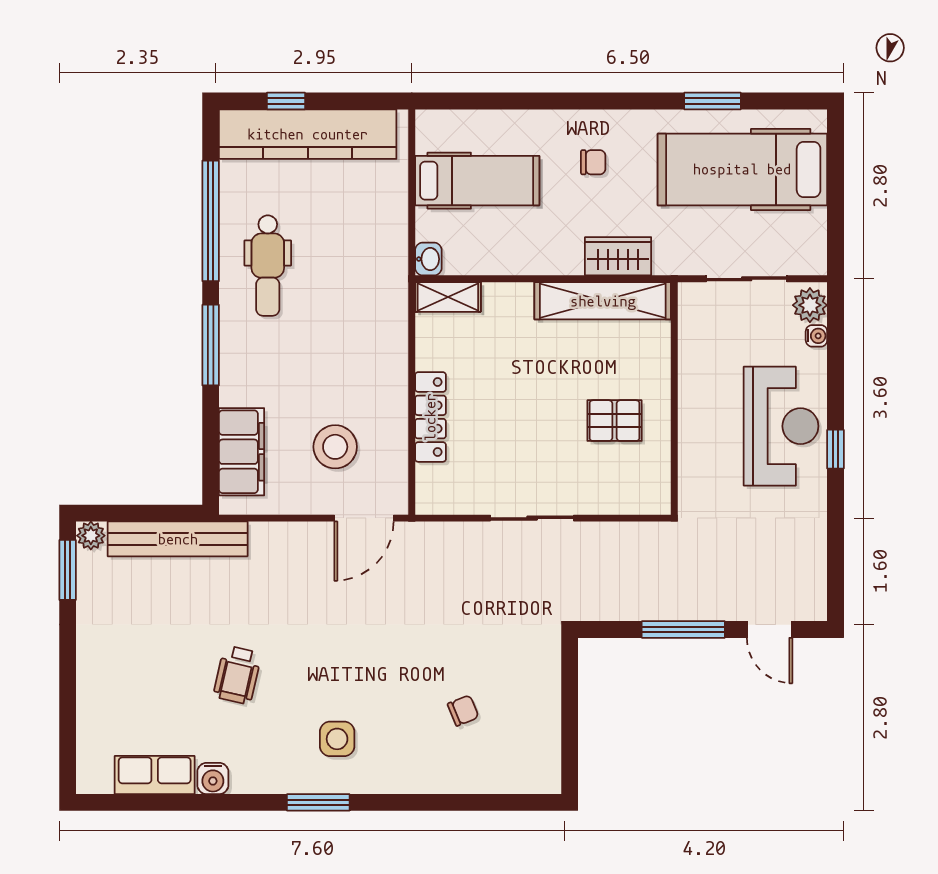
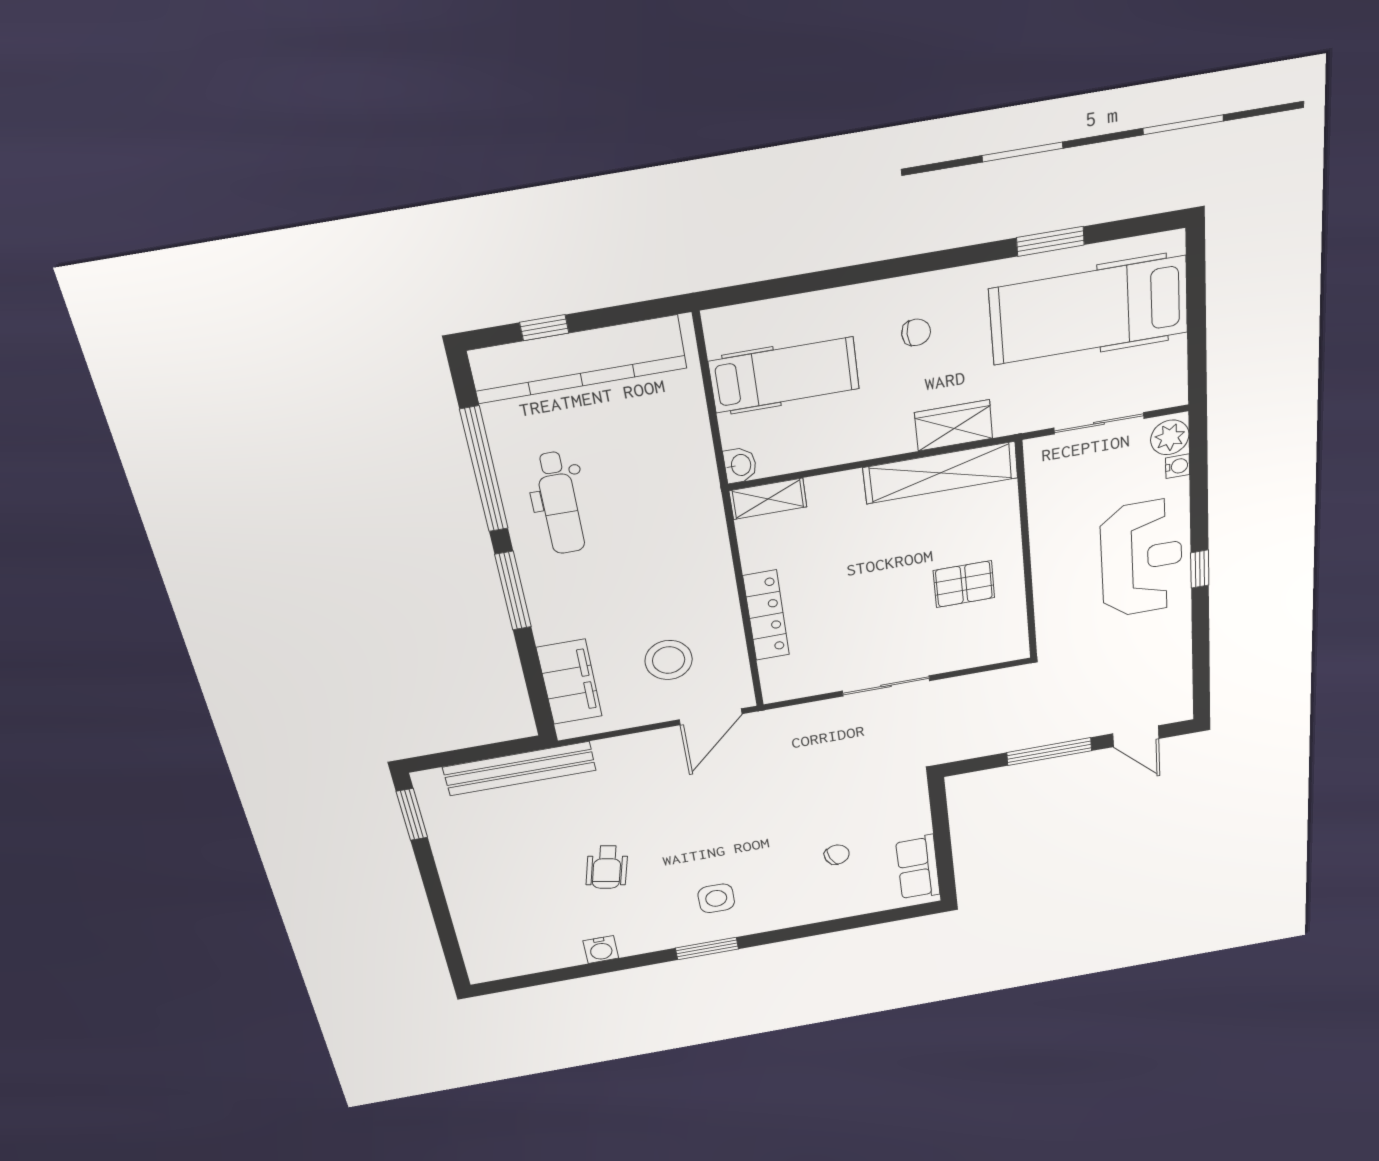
plant: (91, 536) -> (428, 782), removed
row of seats: (155, 775) -> (918, 868), moved, turned -90

